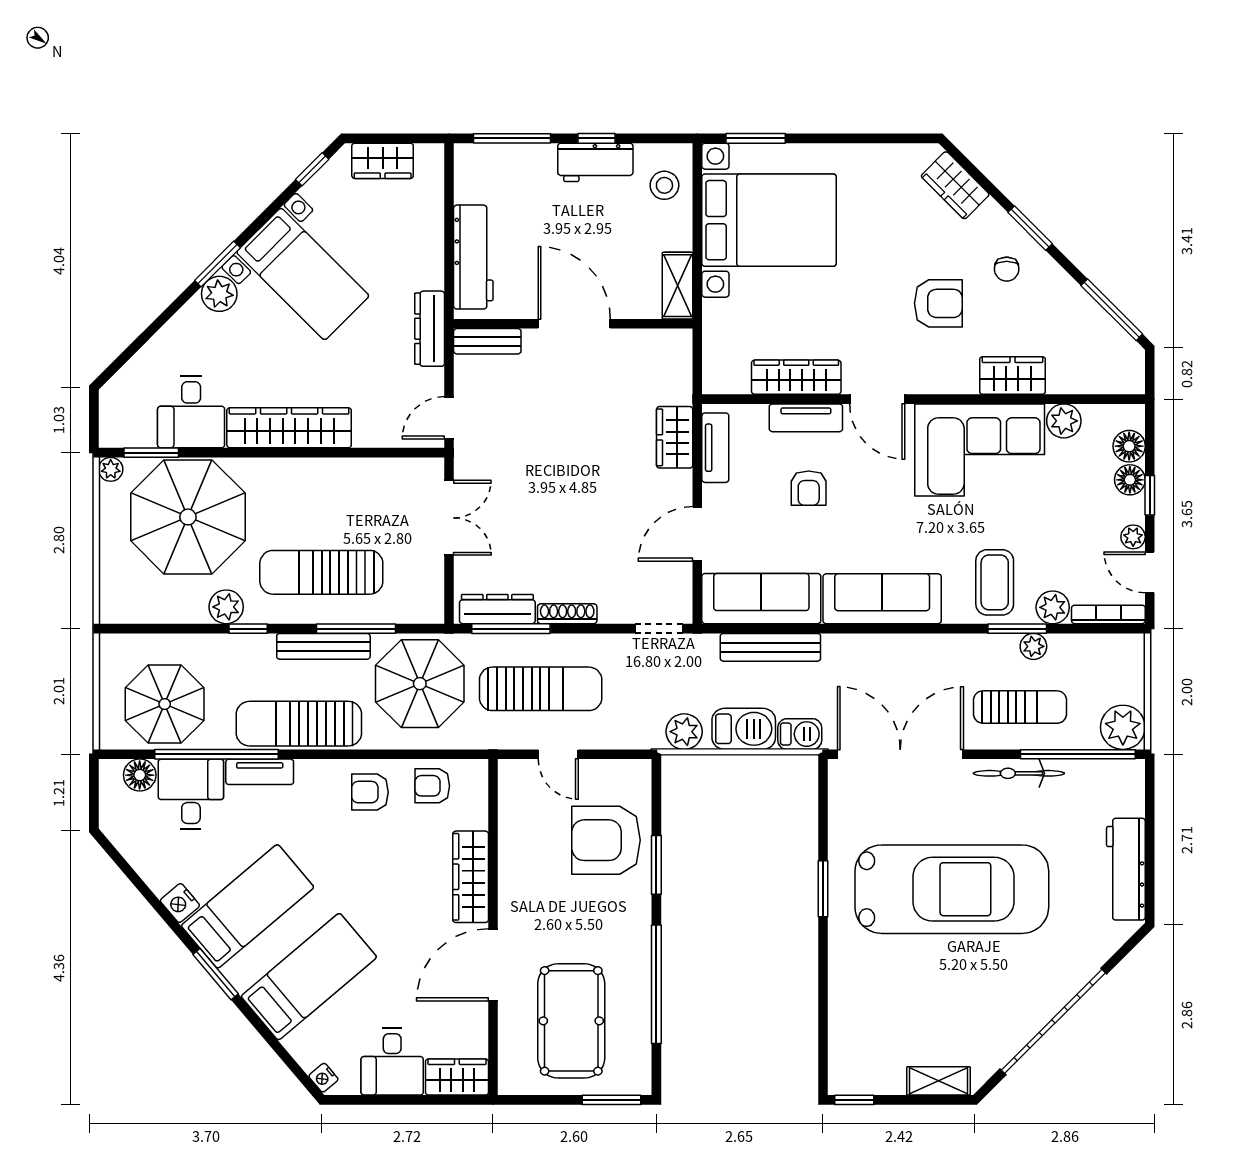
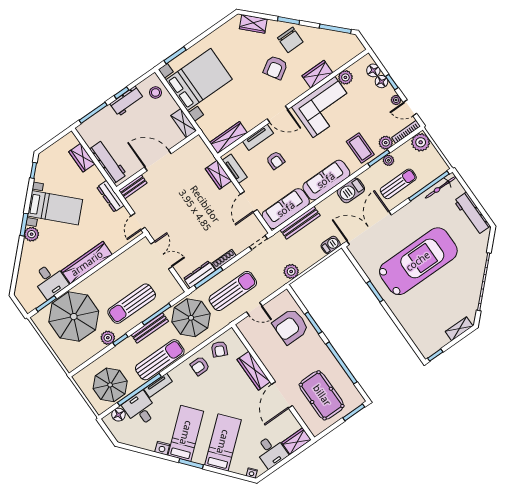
wardrobe: (383, 161) -> (82, 158), moved, turned 90
chair: (1007, 269) -> (290, 40), width x1.87, depth x1.87
armchair: (938, 303) -> (275, 68), turned 148
wardrobe: (796, 377) -> (228, 138), moved
plant: (111, 469) -> (37, 319), removed
sun lounger: (299, 724) -> (160, 360), turned 180
plant: (1123, 727) -> (421, 142), moved
barbecue: (744, 729) -> (351, 190), moved, turned 180
bicycle: (1019, 773) -> (441, 187), moved
armchair: (432, 786) -> (219, 349), turned -65

